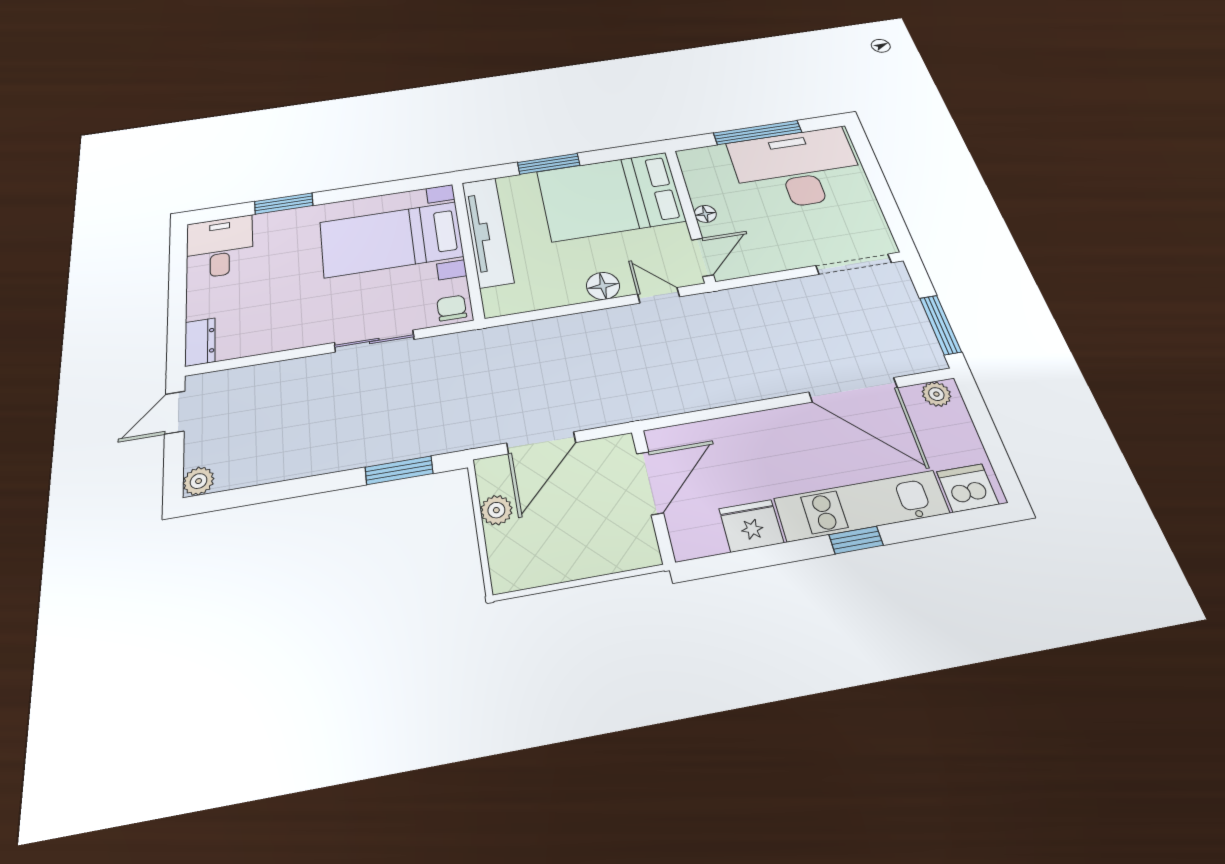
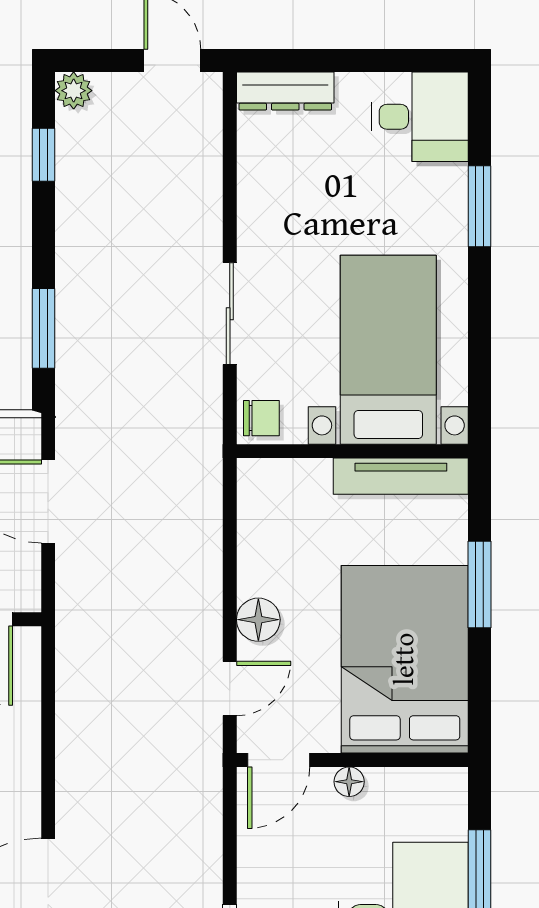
tv unit: (487, 231) -> (401, 476), width x0.73, depth x0.78
door: (702, 257) -> (279, 760), hinge flipped
dresser: (200, 342) -> (285, 91), width x1.44
window: (253, 495) -> (44, 155), added

